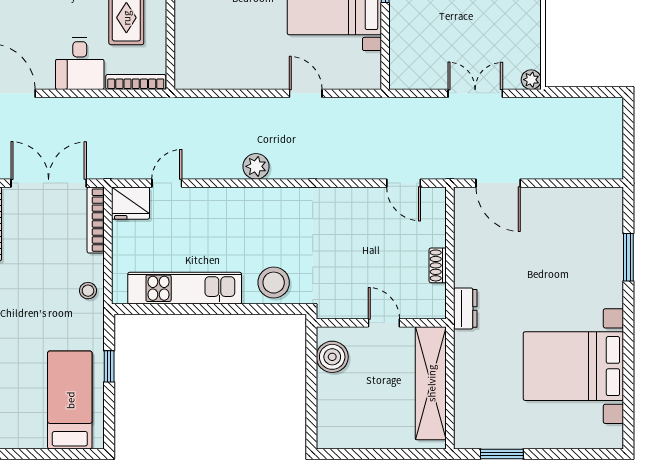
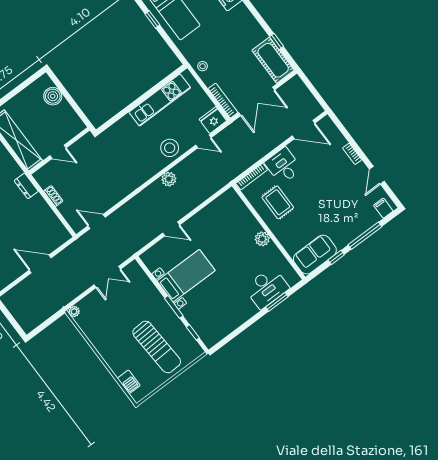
double door: (475, 93) -> (107, 277), moved
door: (167, 183) -> (203, 141), hinge flipped
door: (498, 183) -> (40, 264), moved
stool: (274, 283) -> (170, 148), moved
boiler: (332, 357) -> (53, 96), moved
window: (109, 366) -> (152, 19), moved

